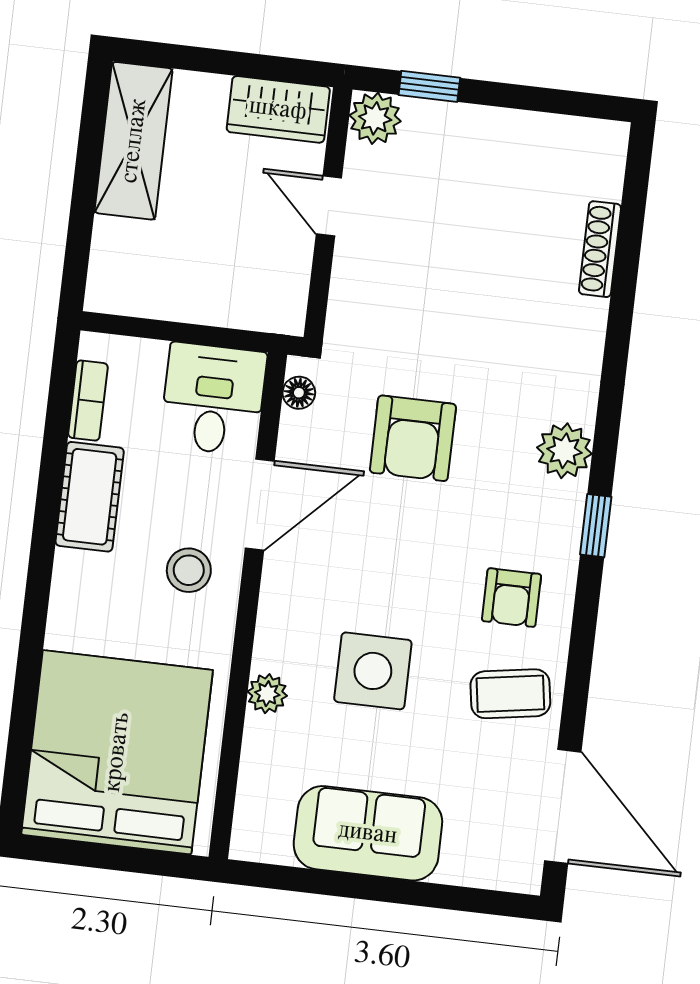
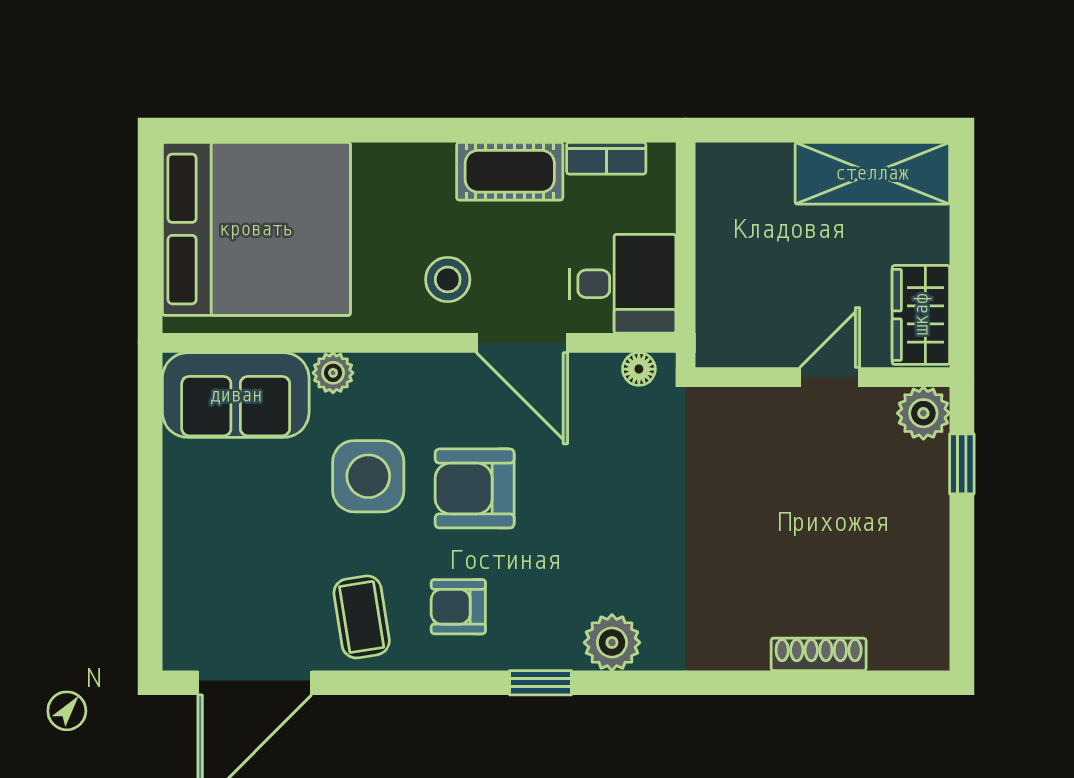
armchair: (413, 438) -> (475, 488), moved
sofa: (368, 833) -> (236, 395), moved, turned 90

